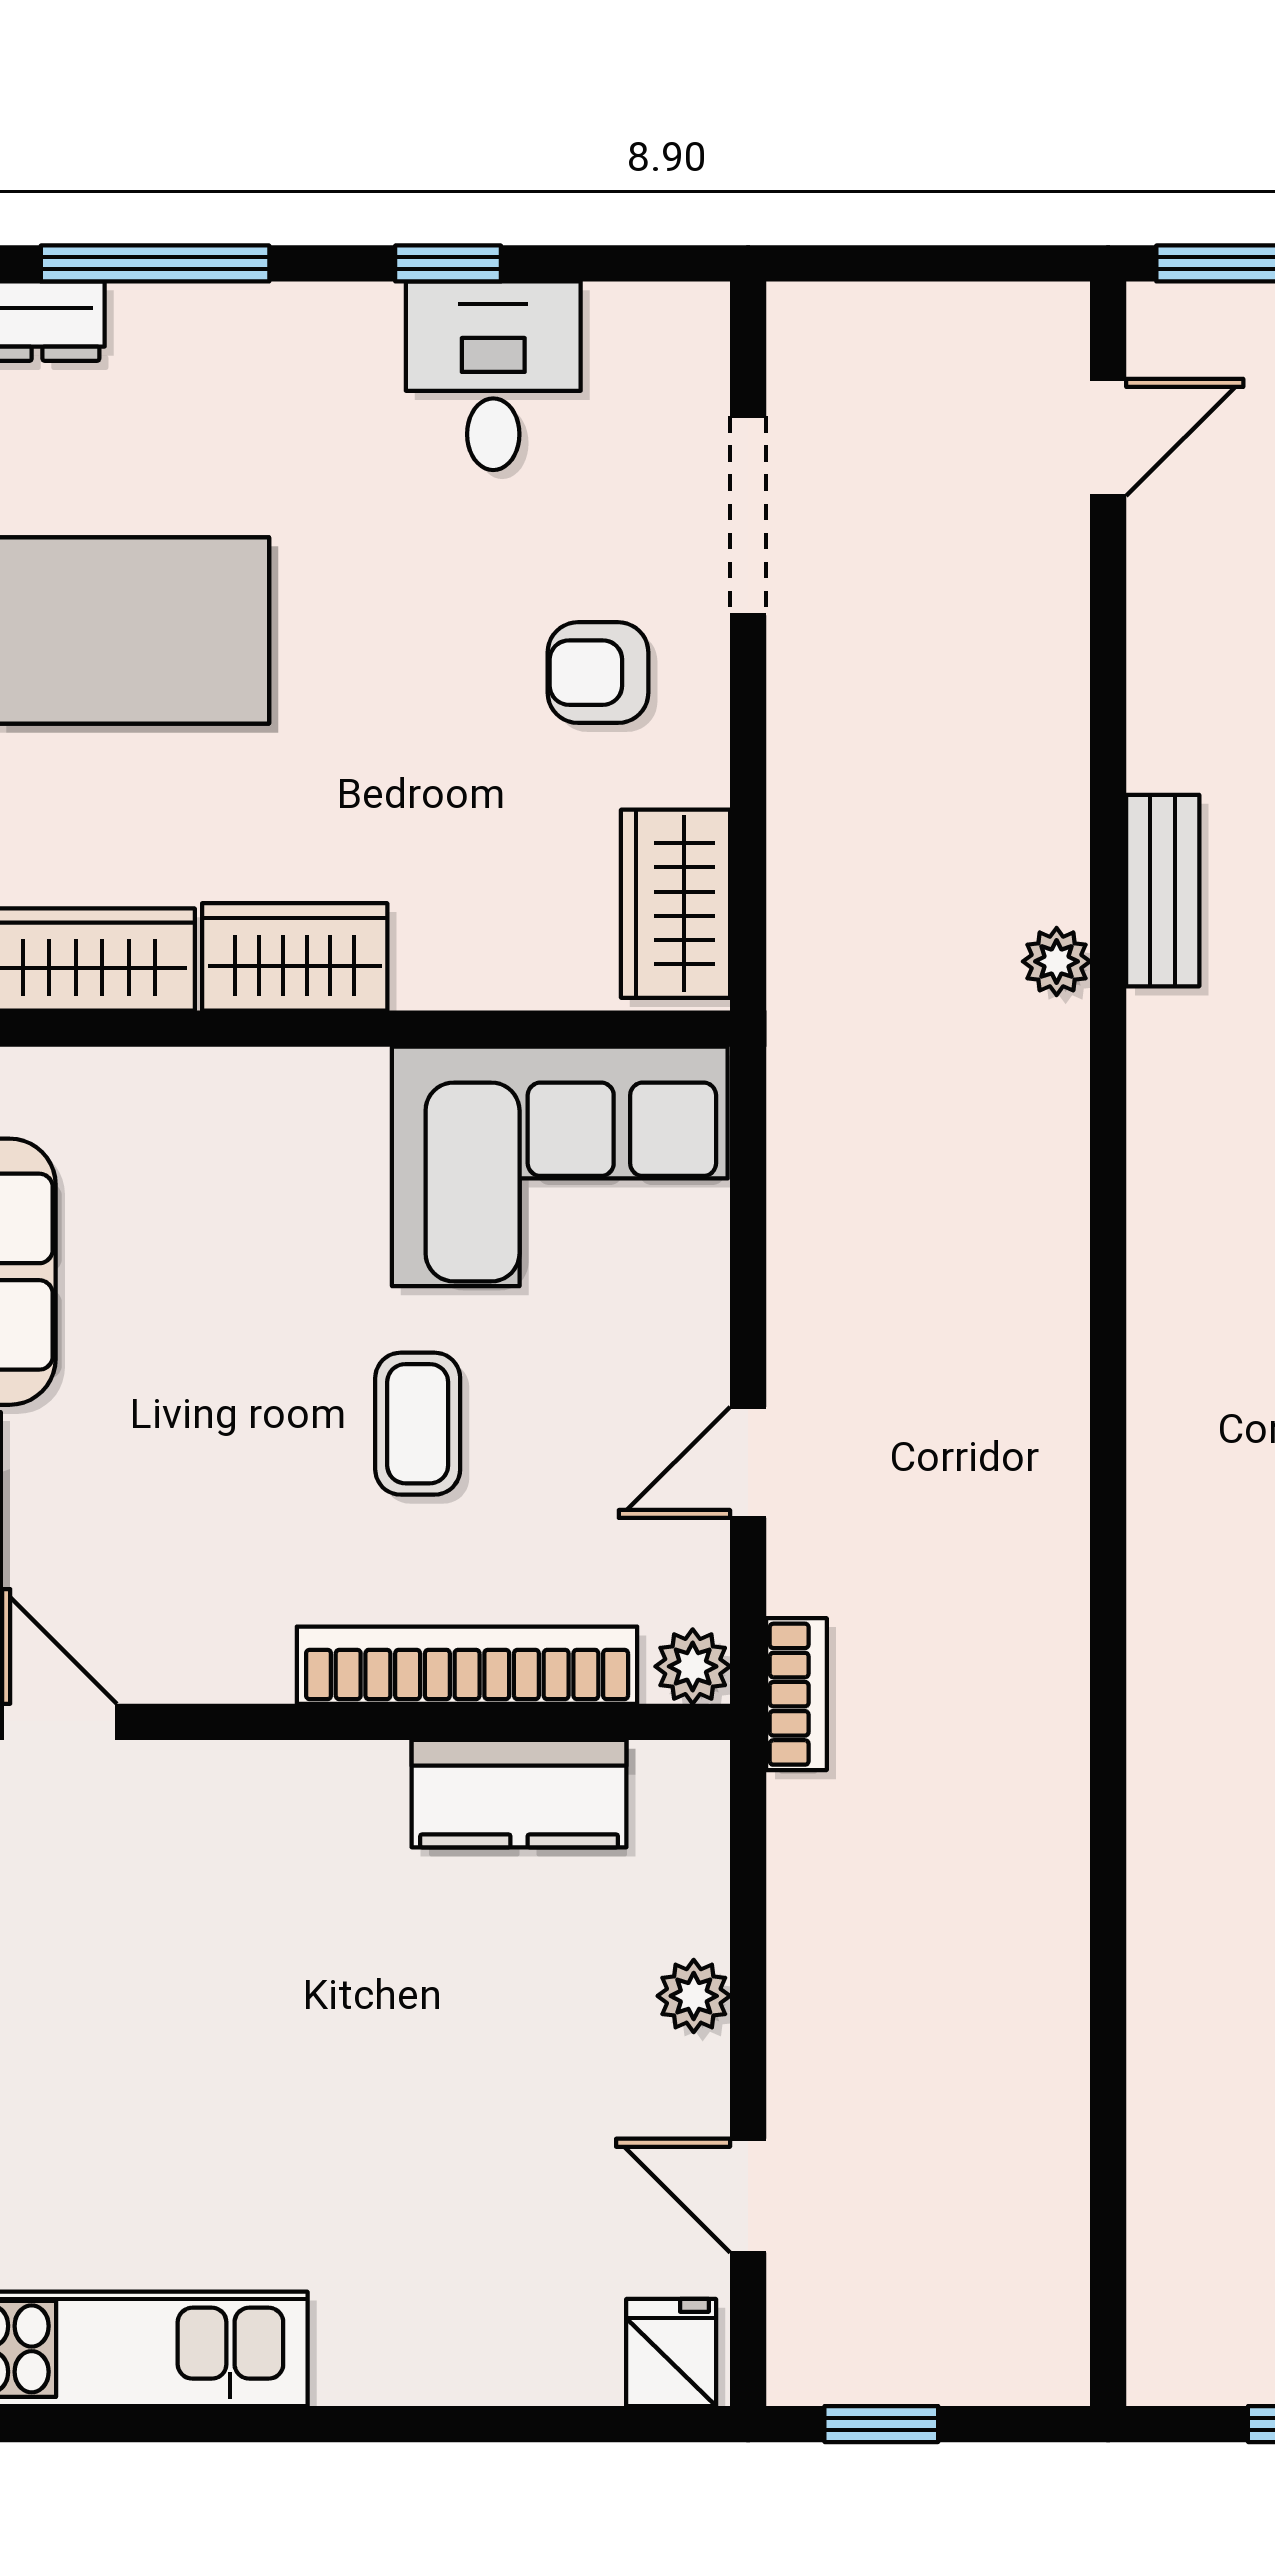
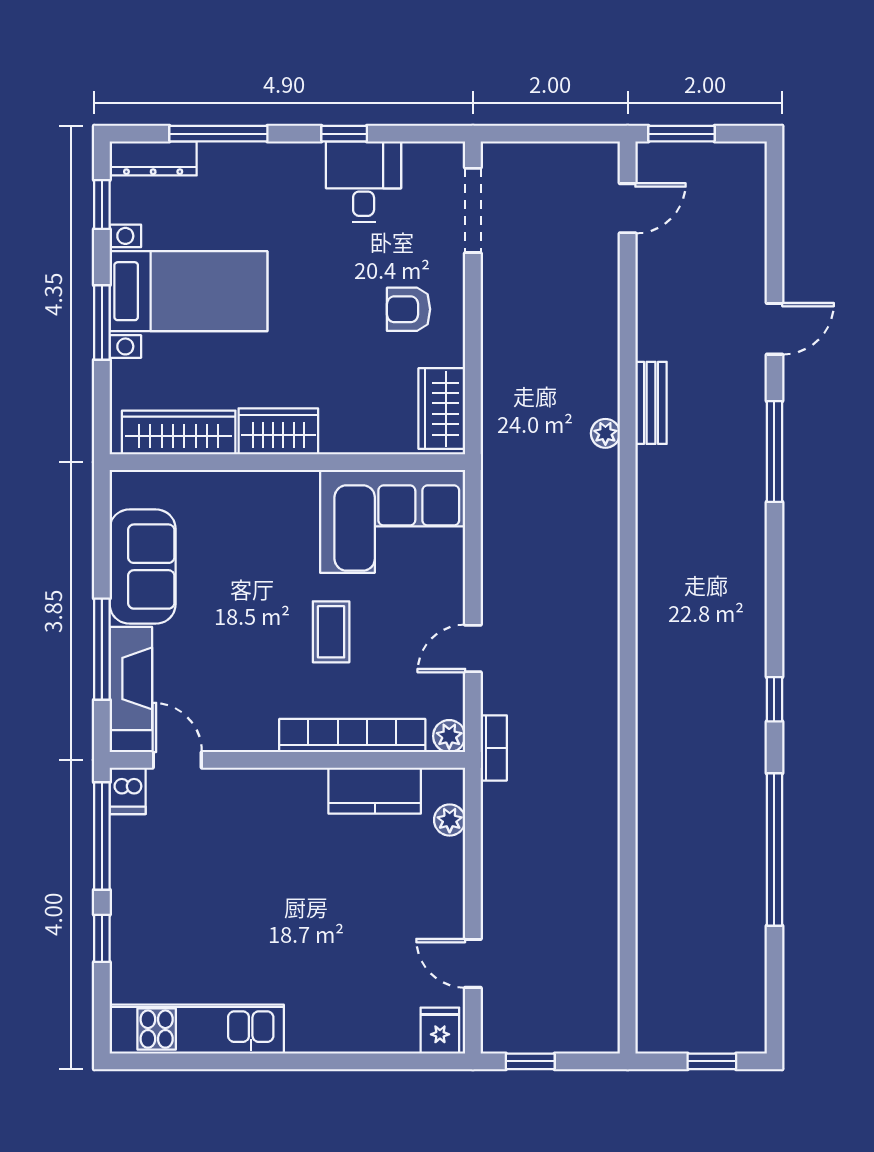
doorway: (748, 516) -> (473, 210), moved
plant: (694, 1996) -> (450, 820), moved

